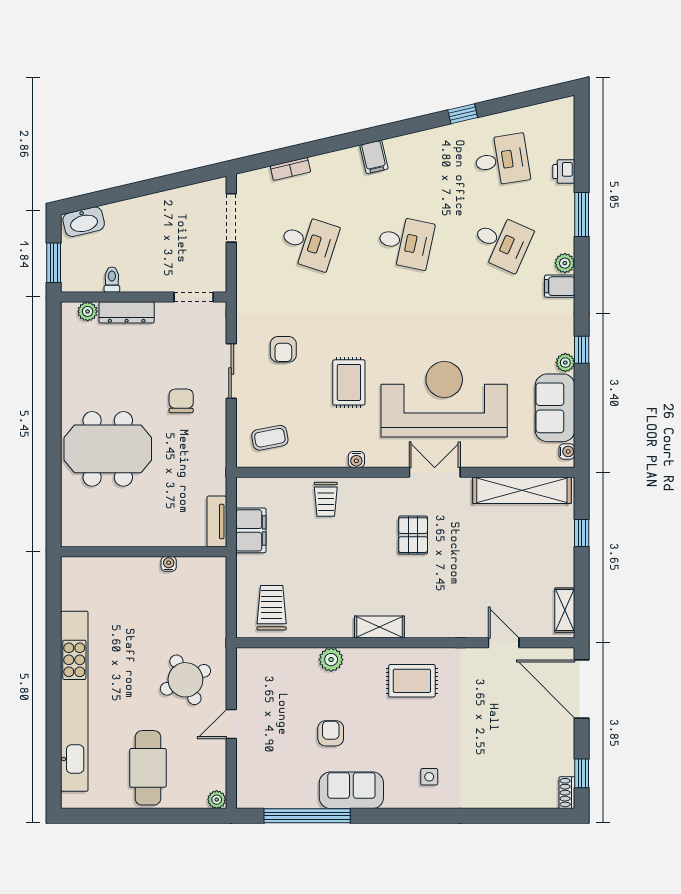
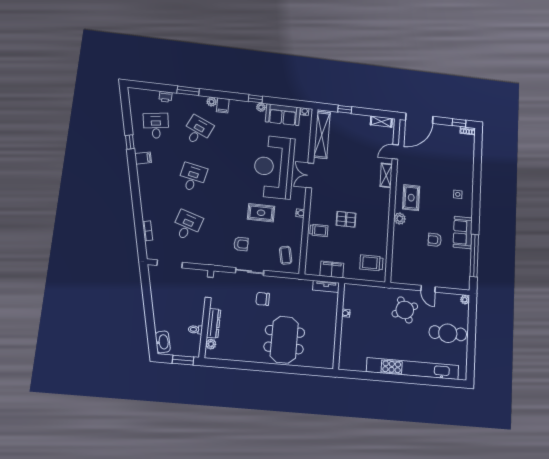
filing cabinet: (374, 157) -> (143, 158), moved
pallet: (413, 535) -> (346, 219), moved
shelving: (379, 627) -> (386, 175), moved
plant: (331, 660) -> (400, 219), moved

